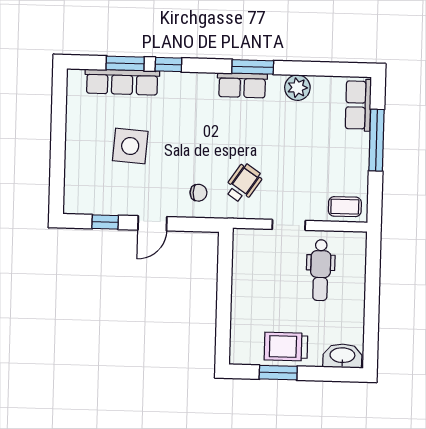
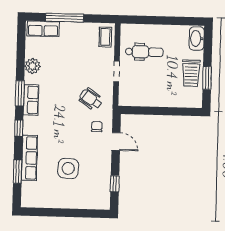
window: (168, 65) -> (19, 128), moved
row of seats: (122, 82) -> (29, 158), moved
door: (152, 223) -> (116, 141), moved

